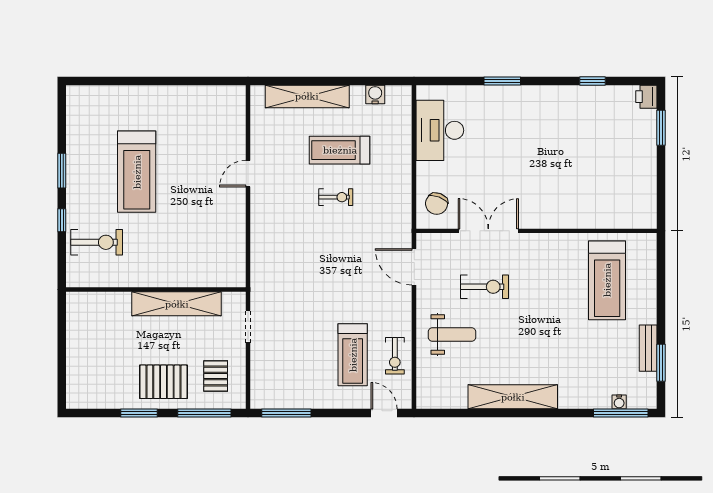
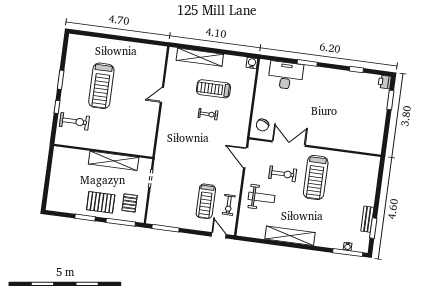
water cooler: (375, 94) -> (252, 63), moved
desk: (440, 130) -> (286, 75), moved, turned 90
treadmill: (607, 280) -> (316, 177), moved

